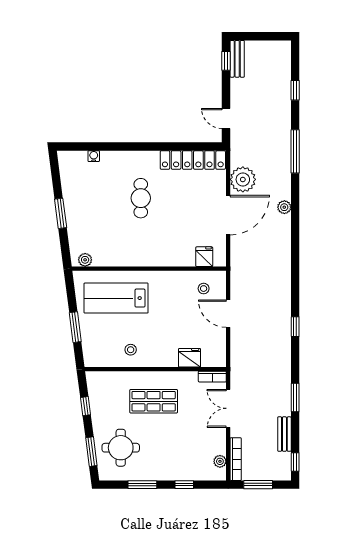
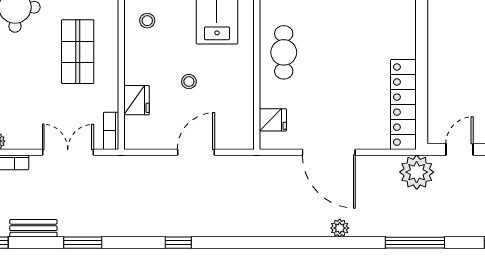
plant: (243, 179) -> (417, 172), moved
cafe table: (141, 198) -> (284, 52), moved, turned 90
stool: (204, 289) -> (189, 82), moved

